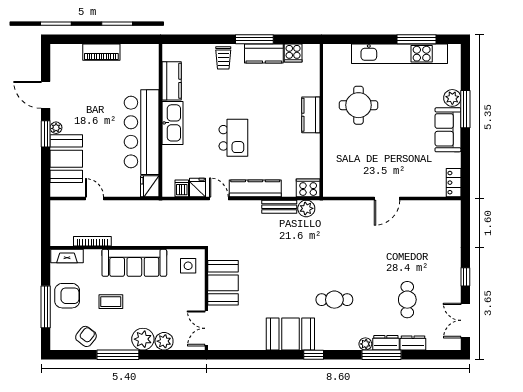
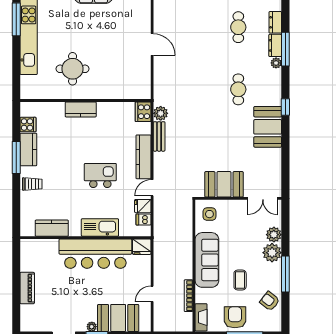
kitchen sink: (172, 123) -> (100, 227), moved
cafe table: (407, 300) -> (238, 27), turned 90

